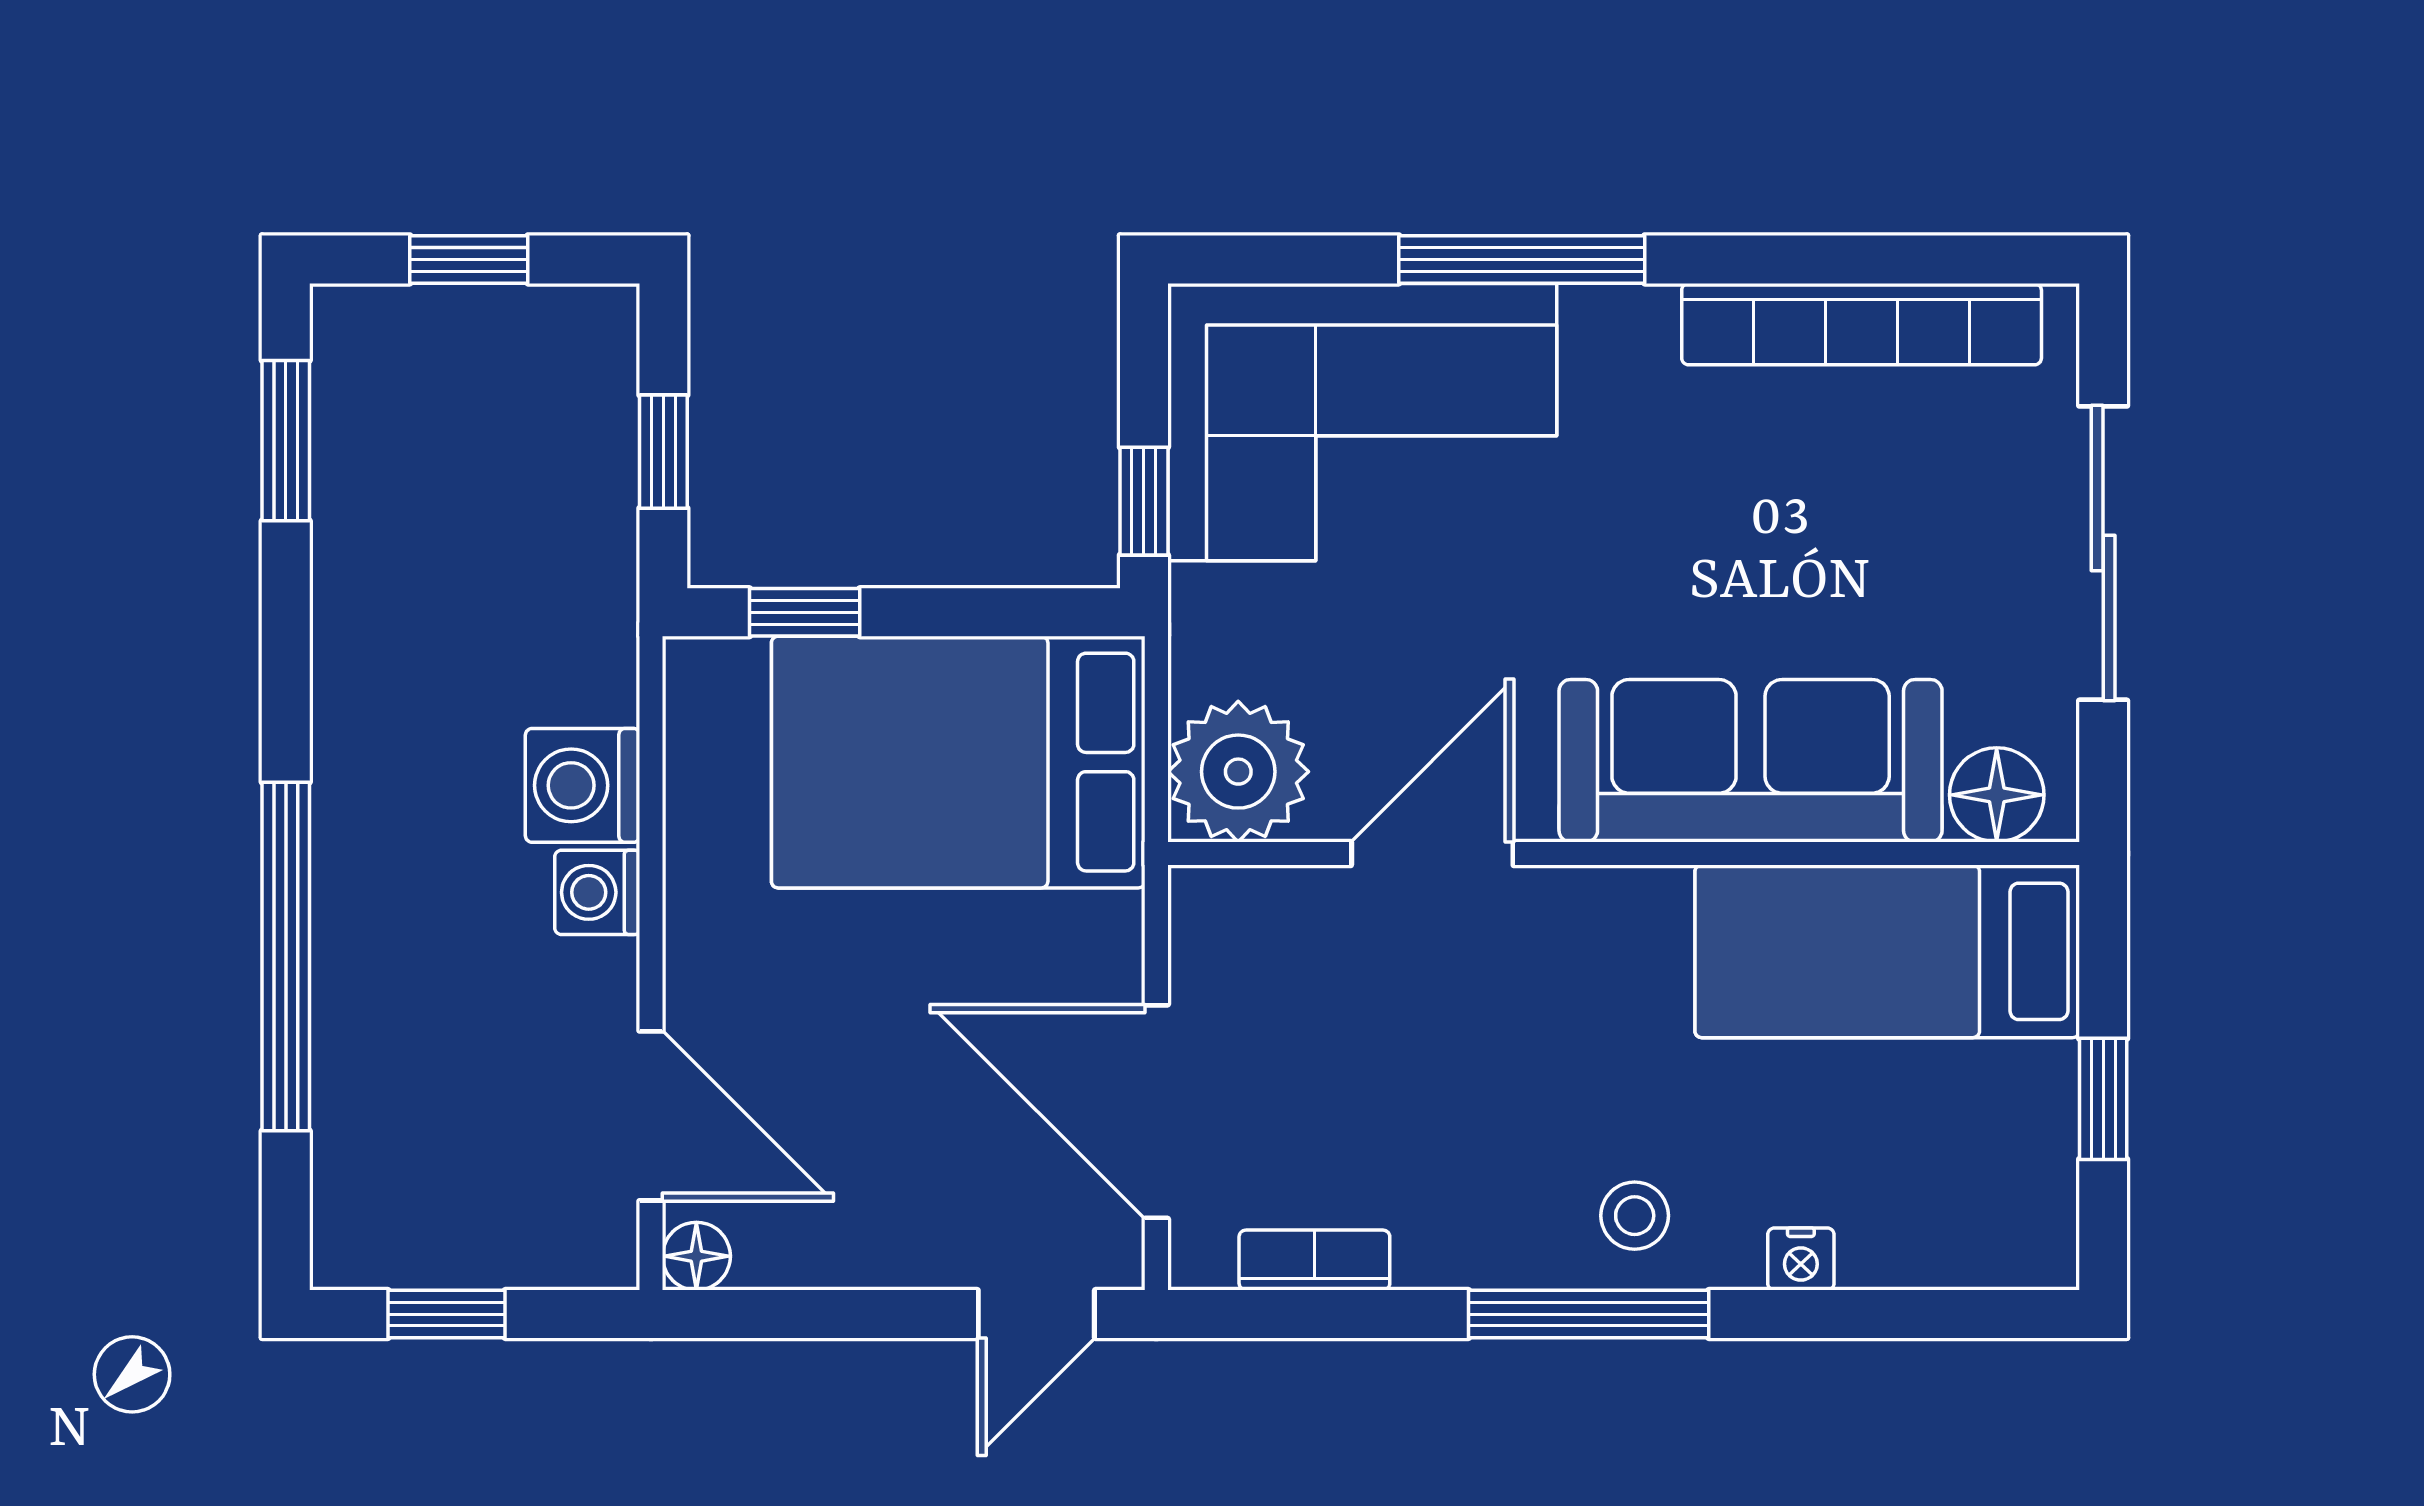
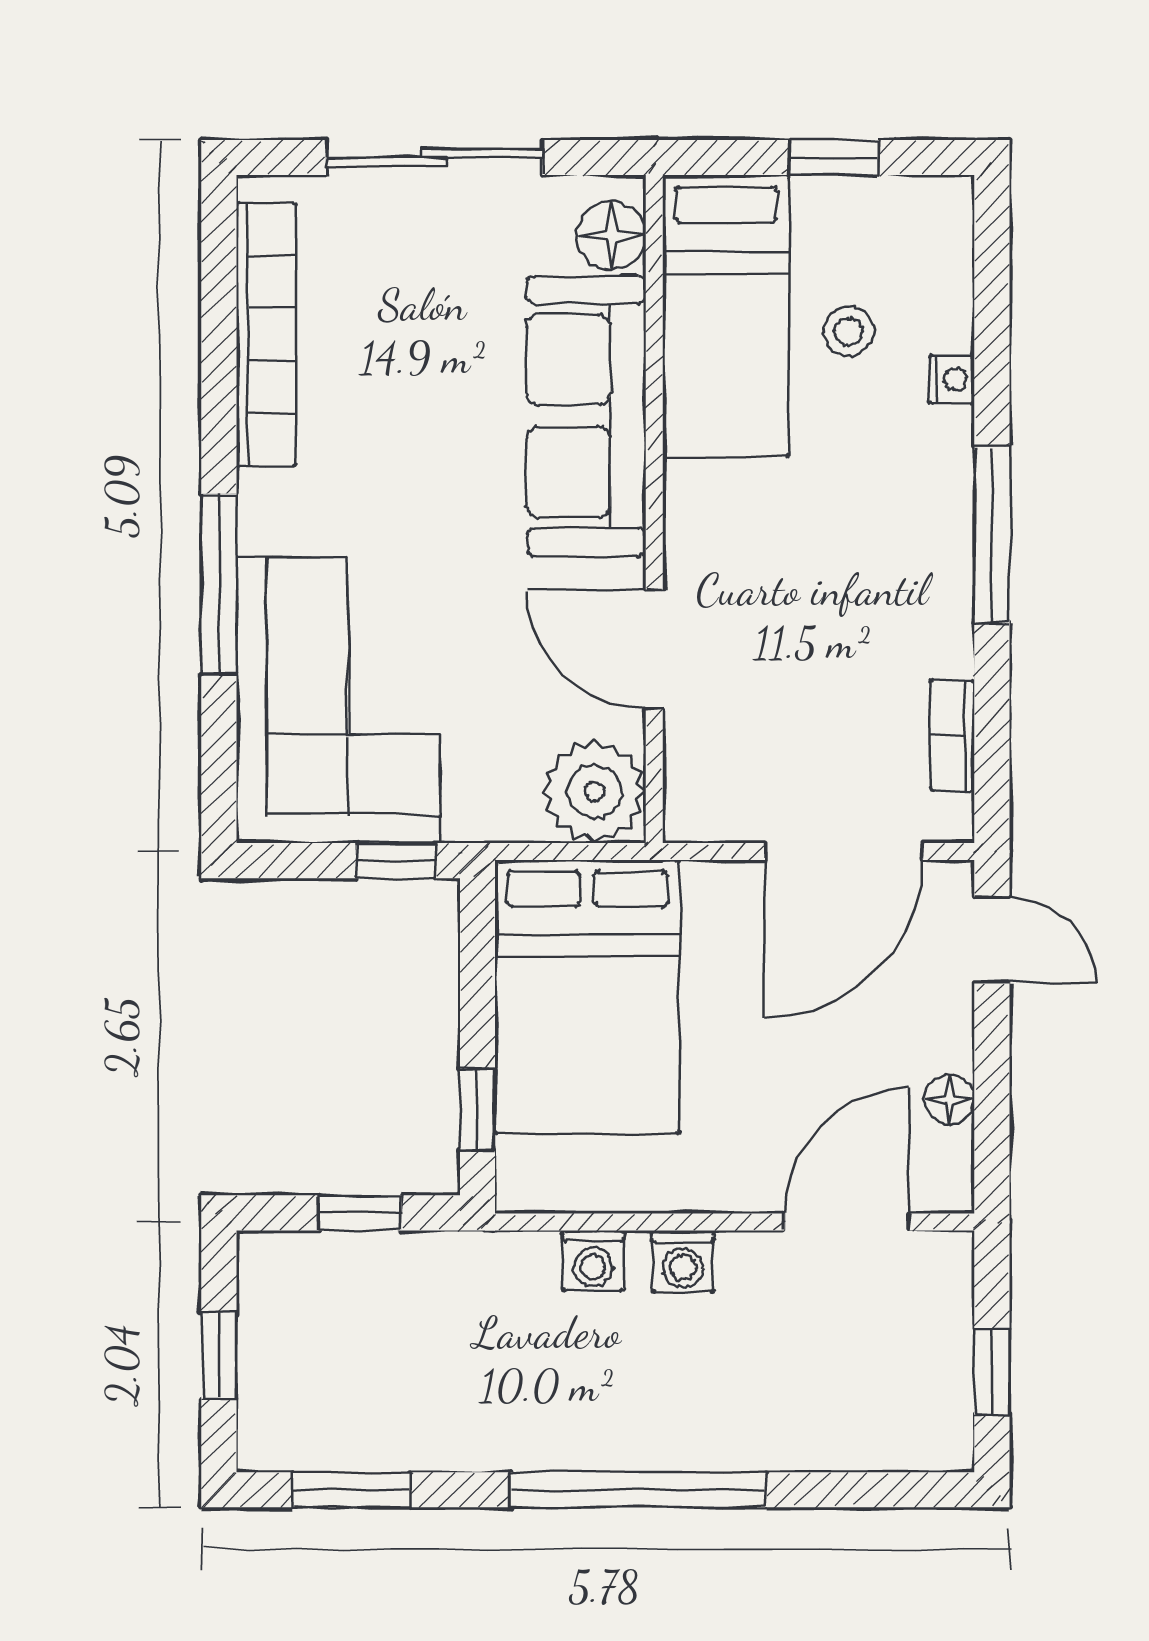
washing machine: (582, 785) -> (593, 1261), width x0.73, depth x0.73
window: (286, 957) -> (639, 1490), moved
stool: (1635, 1216) -> (849, 331), moved
floor lamp: (696, 1256) -> (950, 1099), moved

